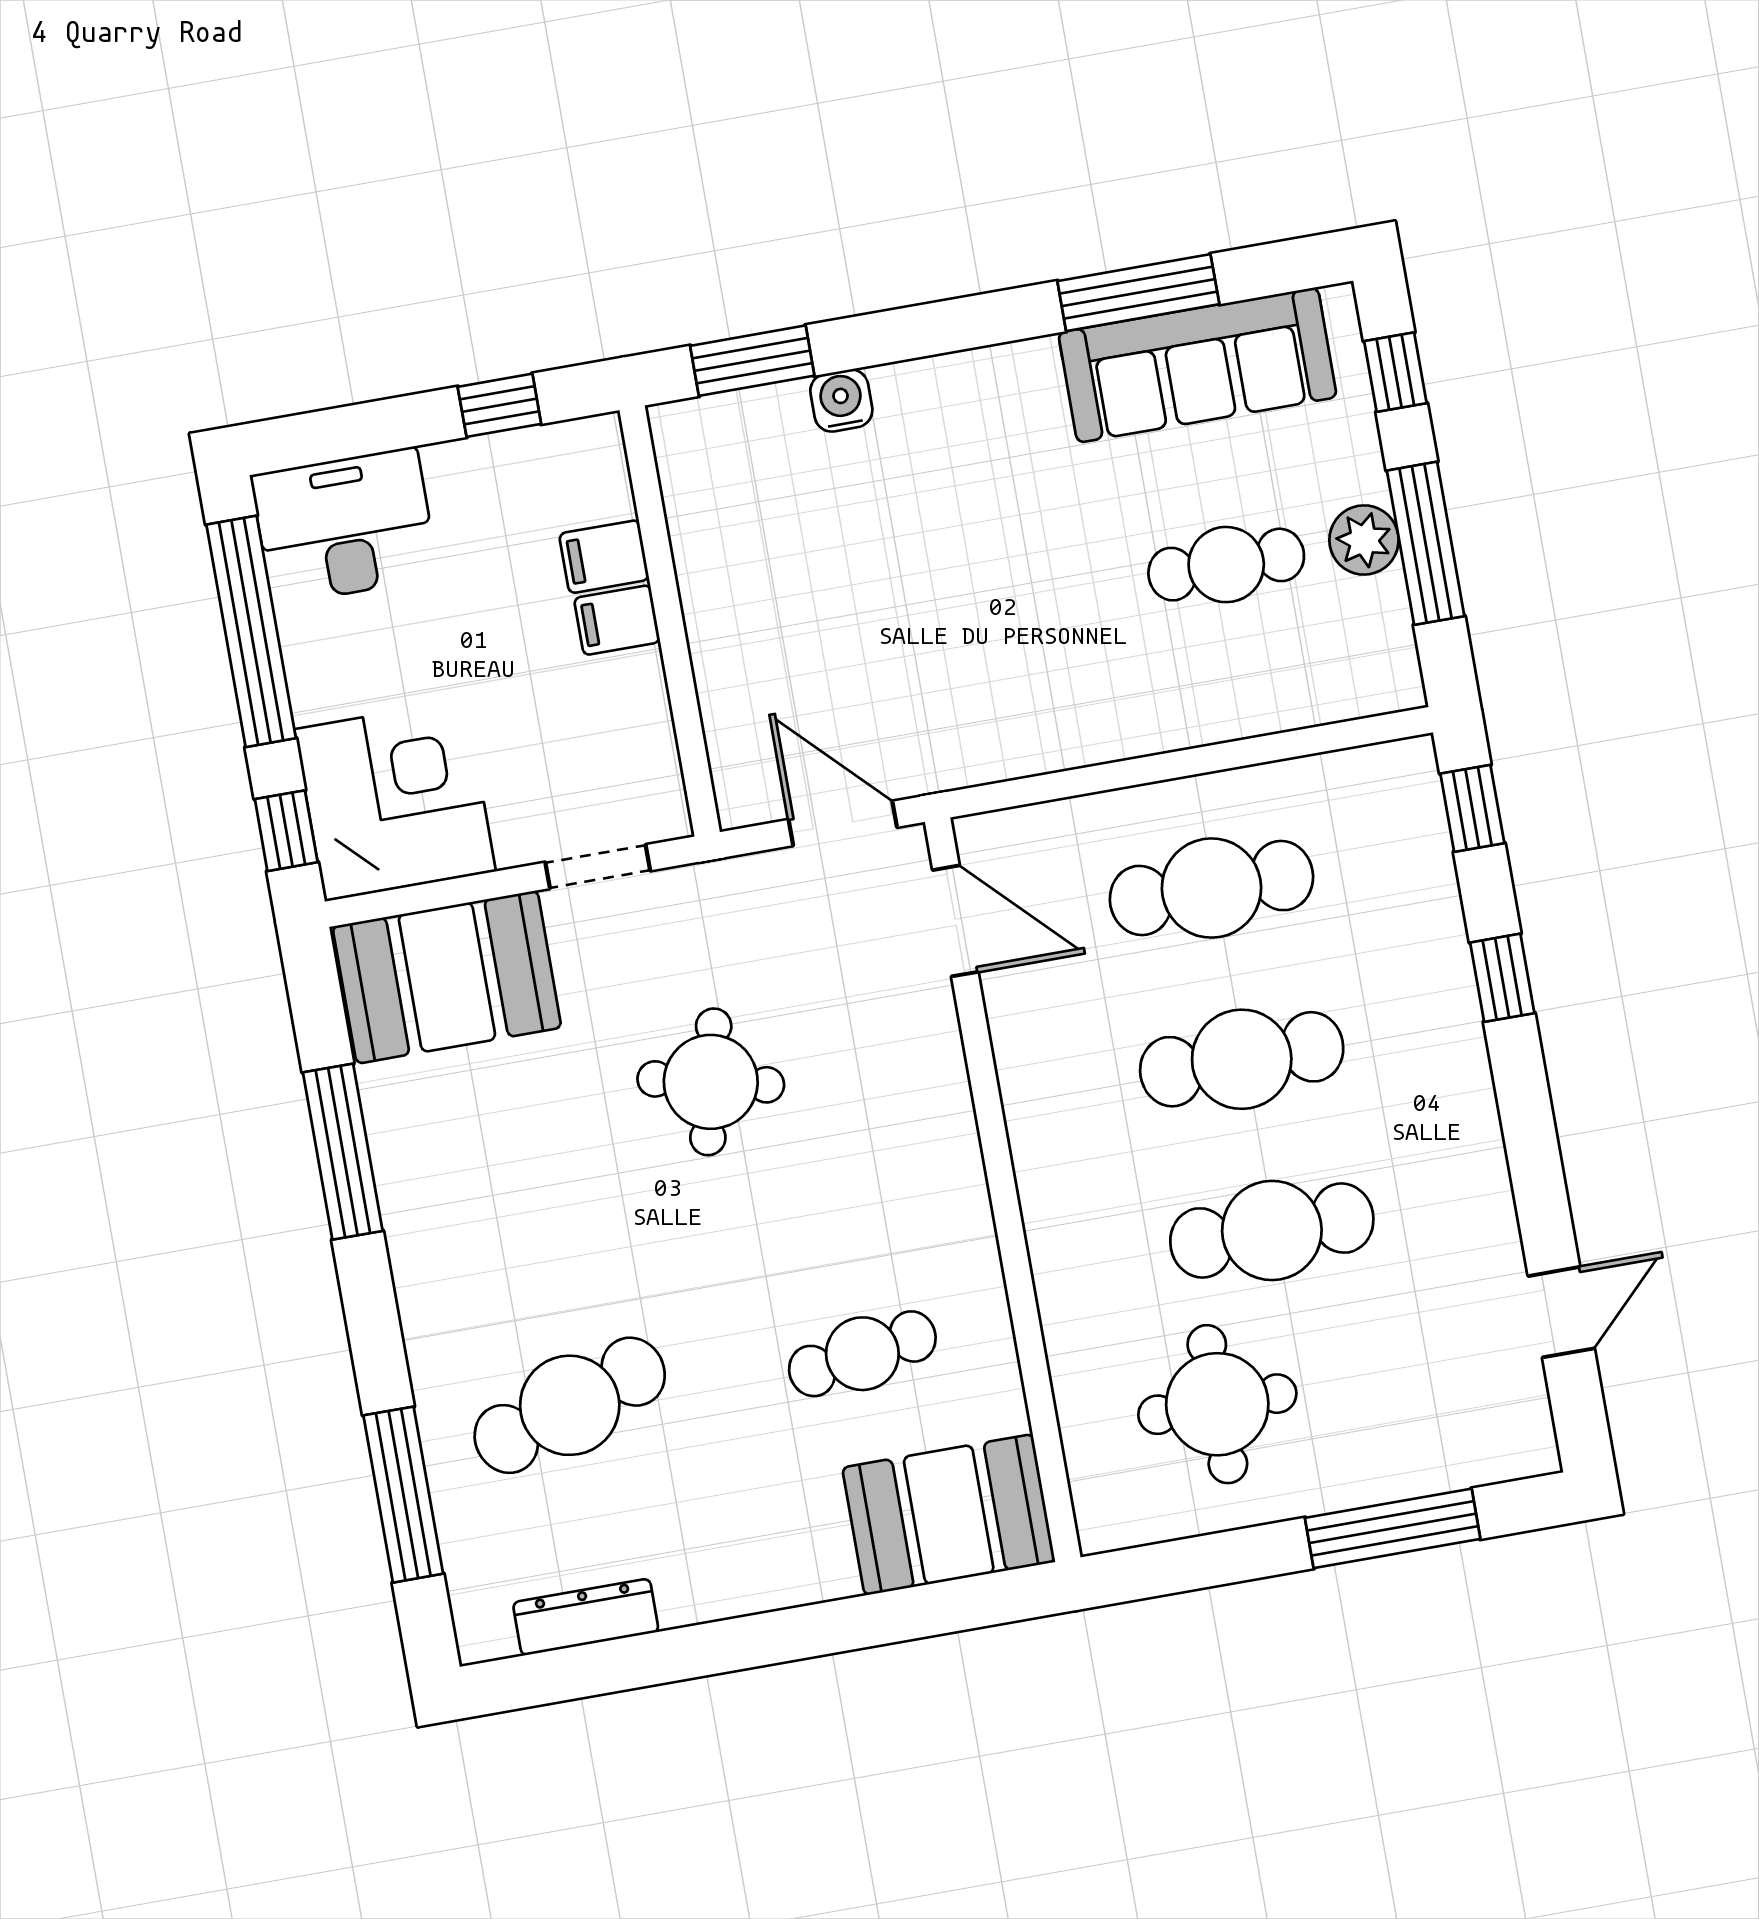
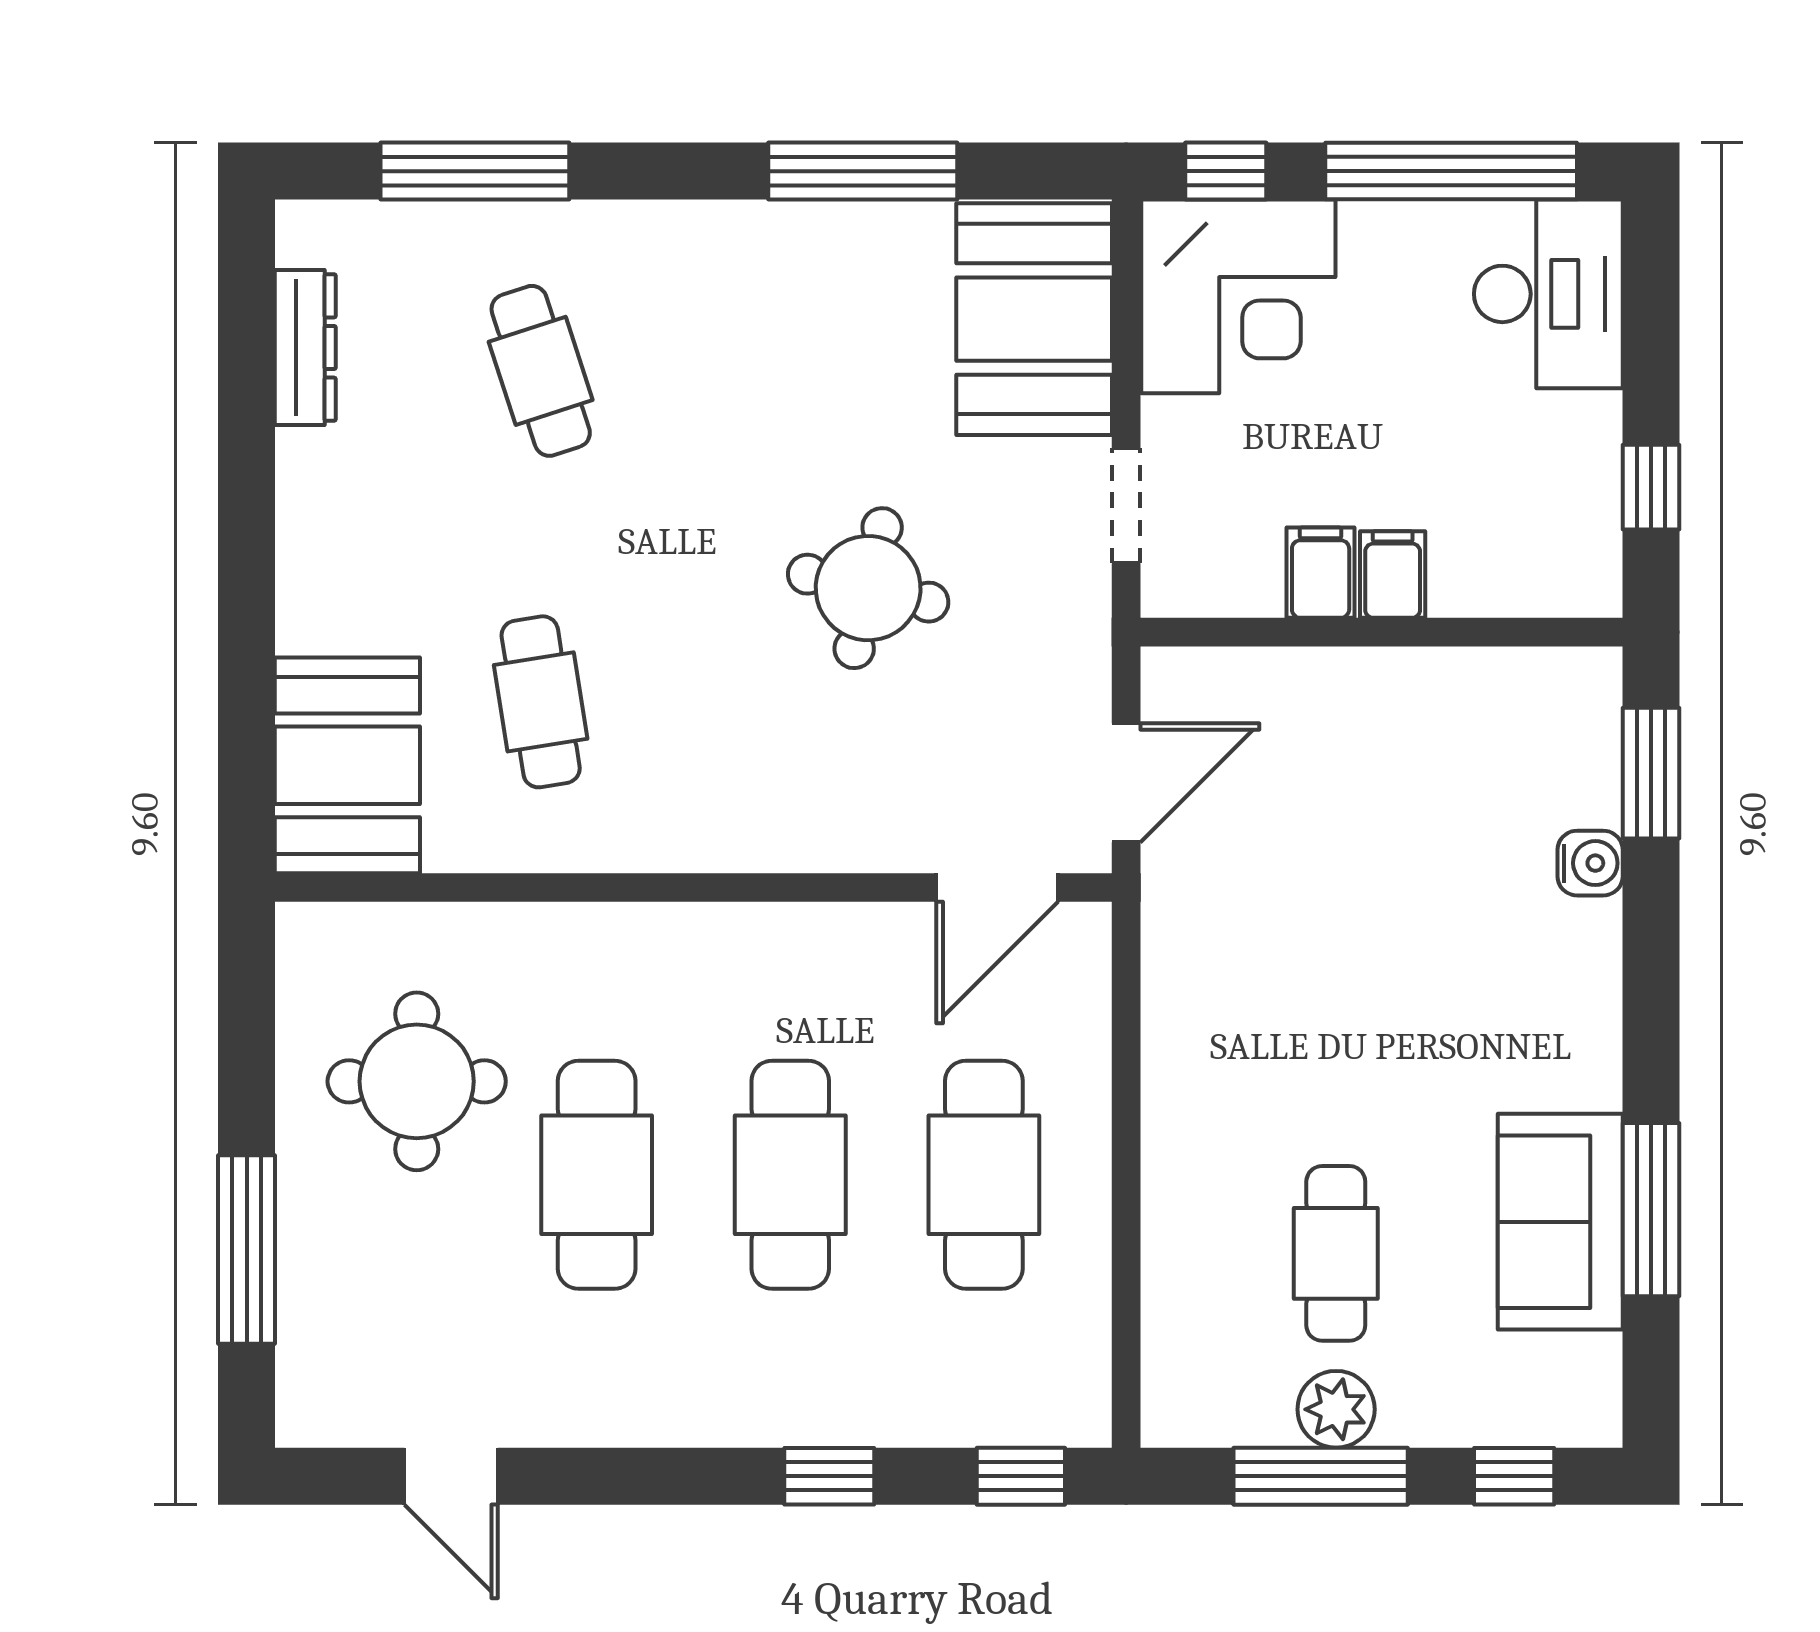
sofa: (1197, 365) -> (1560, 1222), width x0.73
filing cabinet: (604, 557) -> (1321, 573), moved
cafe table: (570, 1405) -> (541, 371), width x0.73, depth x0.74

